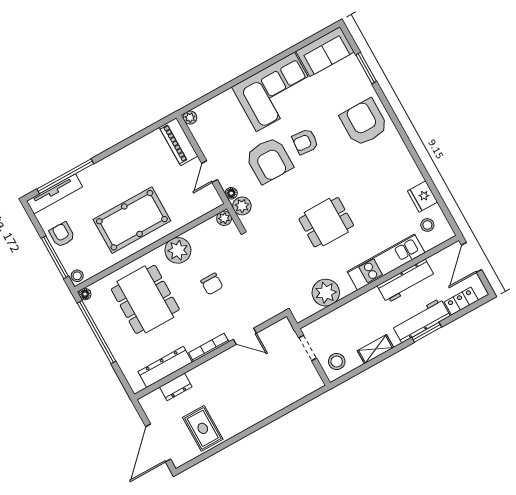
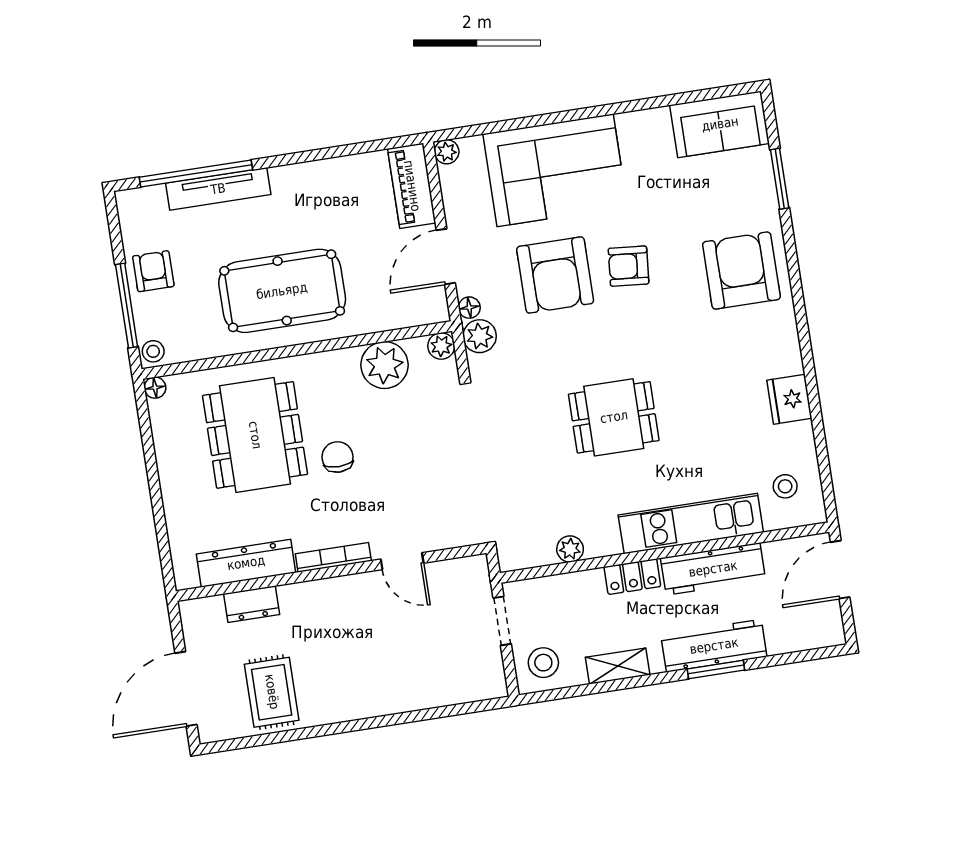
corner sofa: (275, 92) -> (555, 170), moved
door: (209, 171) -> (446, 257), width x1.38
tv unit: (55, 194) -> (218, 189), moved
fridge: (423, 196) -> (789, 399), moved
plant: (178, 250) -> (385, 365), moved
chair: (212, 284) -> (337, 457), moved, turned 180
plant: (326, 293) -> (570, 549), width x0.53, depth x0.53
locker: (461, 301) -> (632, 577), moved, turned 180
window: (96, 332) -> (151, 460), removed

